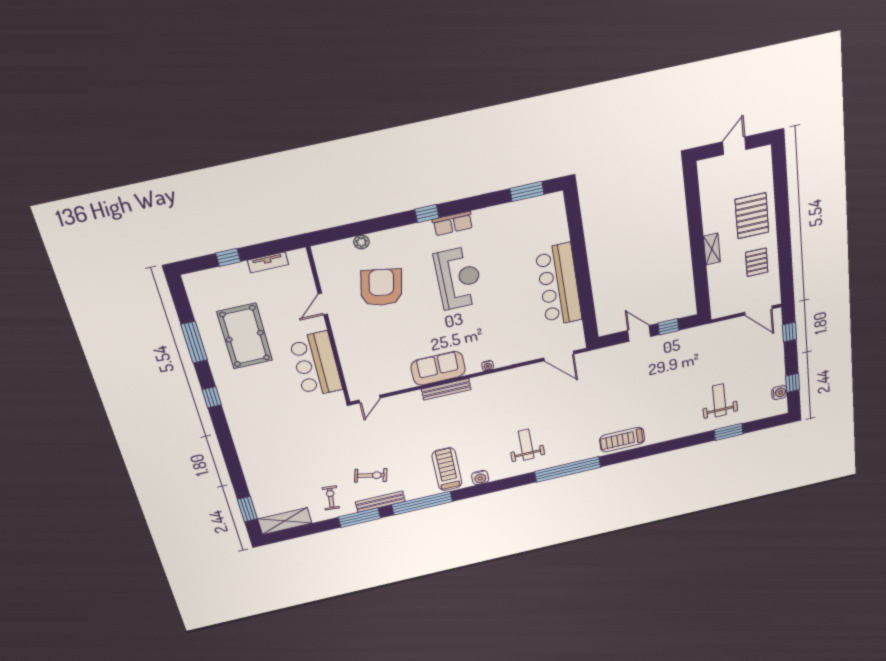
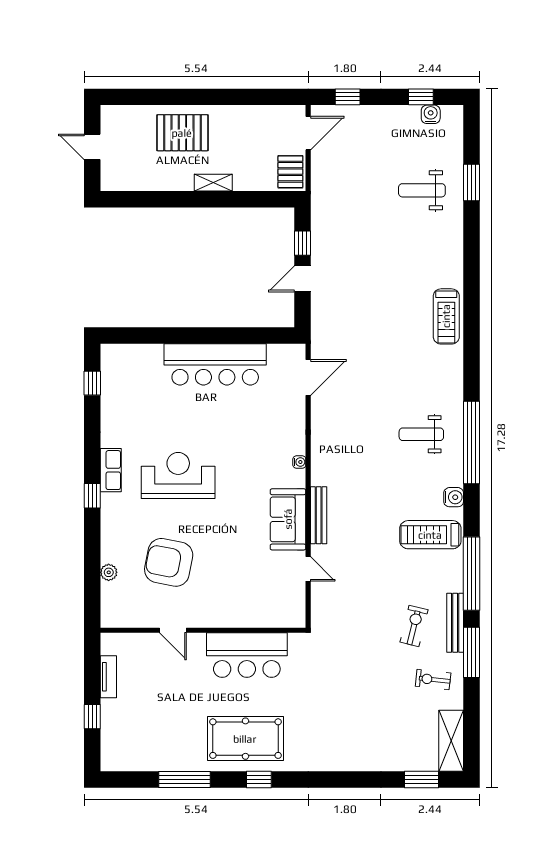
window: (527, 191) -> (92, 383), width x0.67
pallet: (757, 262) -> (290, 172), moved, turned 90
pool table: (245, 336) -> (245, 739), moved
door: (370, 399) -> (308, 569), moved
window: (568, 469) -> (472, 443), moved

